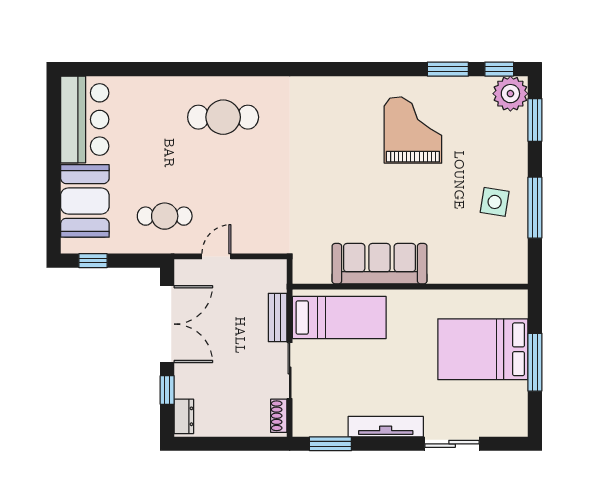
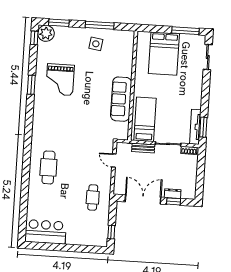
window: (448, 69) -> (31, 85), moved
grand piano: (413, 130) -> (60, 80), turned -90
booth: (85, 201) -> (83, 234), removed
door: (216, 256) -> (114, 161), moved
window: (535, 362) -> (185, 31), moved
dresser: (184, 416) -> (173, 194), moved
tv unit: (386, 427) -> (195, 127), moved
sliding door: (452, 444) -> (208, 57), moved

